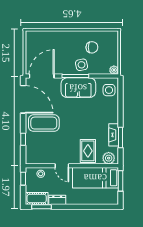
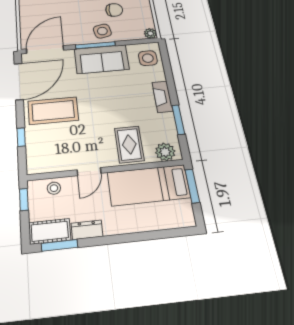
door: (23, 99) -> (19, 81), hinge flipped
fireplace: (114, 135) -> (162, 97), moved
door: (62, 166) -> (89, 172), hinge flipped

